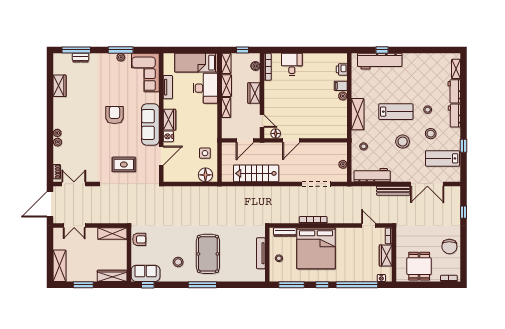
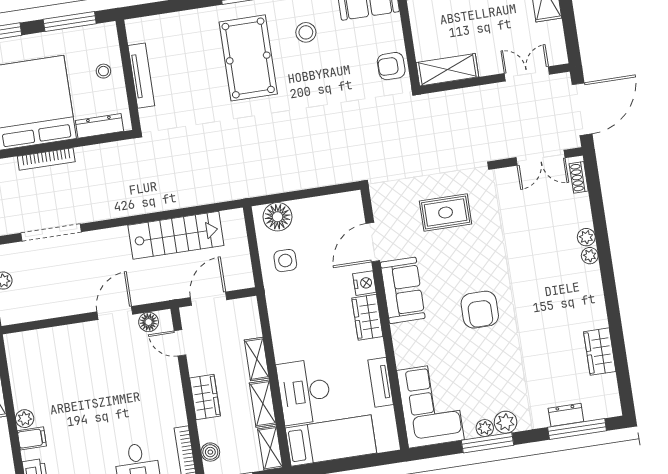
plant: (110, 59) -> (506, 422), added
sofa: (150, 124) -> (403, 290), width x0.73

